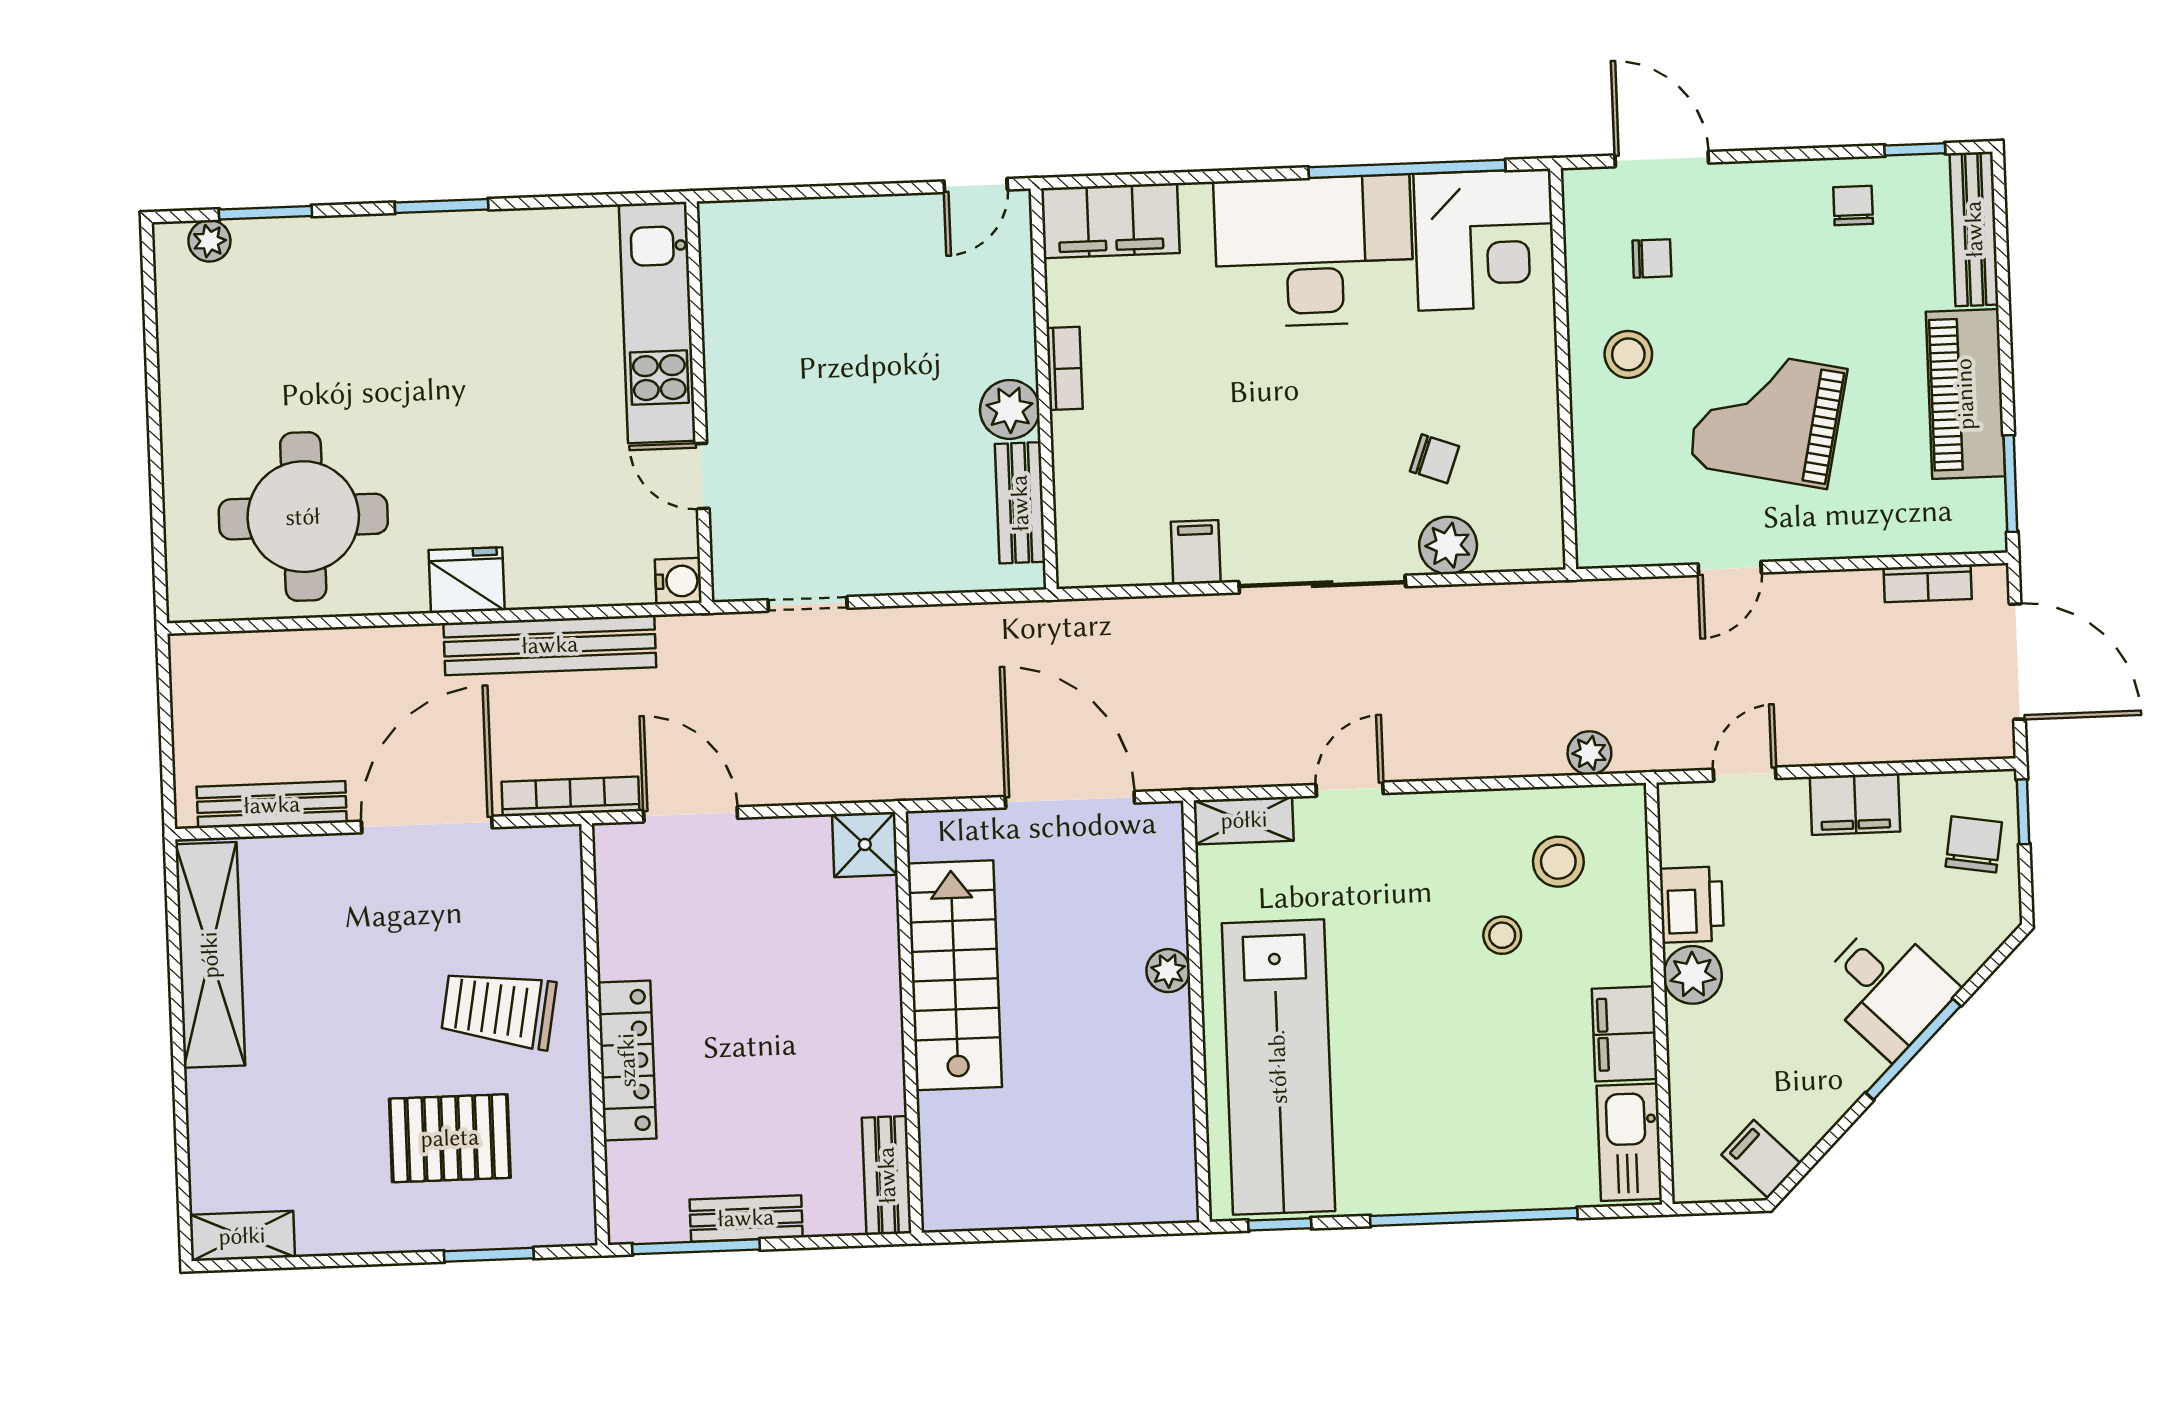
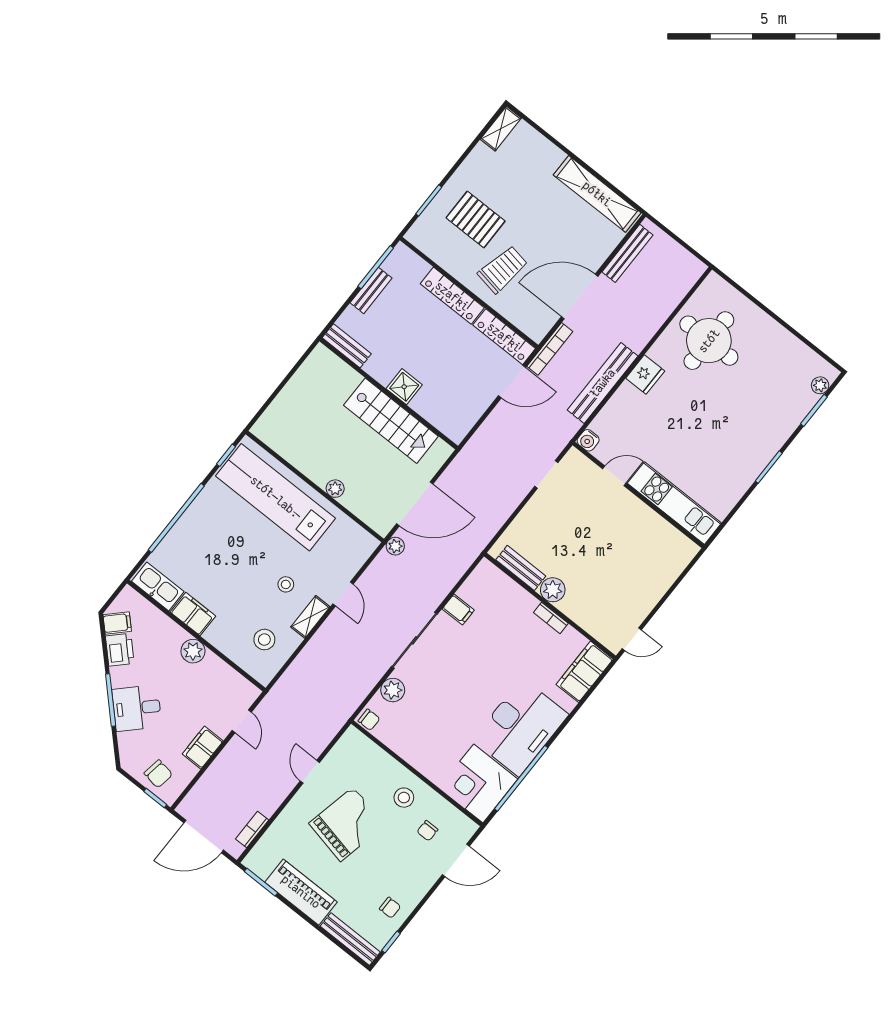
door: (976, 185) -> (632, 639), swing flipped
chair: (1434, 459) -> (369, 720), moved, turned -110
plant: (1589, 753) -> (395, 546), moved
shelving: (1244, 820) -> (310, 617), moved
door: (427, 825) -> (580, 296), swing flipped
shower: (865, 844) -> (404, 387), moved
locker: (620, 900) -> (504, 337), added
printer: (1692, 905) -> (120, 650), moved, turned -135
stool: (1502, 935) -> (286, 584), moved
pallet: (450, 1138) -> (476, 219), turned 90

